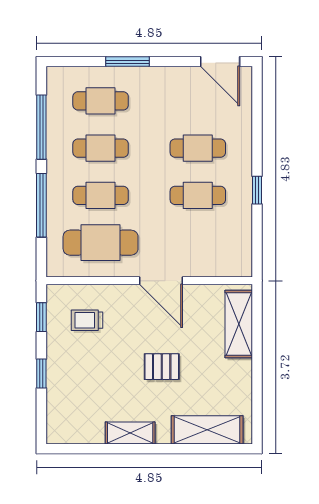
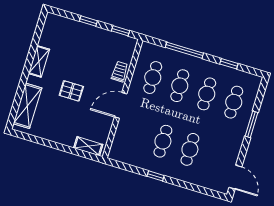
door: (220, 62) -> (235, 177), swing flipped
window: (41, 127) -> (229, 64), width x0.46
cafe table: (101, 243) -> (153, 78), width x0.73, depth x0.74
trolley: (87, 320) -> (120, 72), moved
shelving: (239, 324) -> (88, 146), width x0.67, depth x0.75
pallet: (162, 367) -> (71, 91), turned 90

